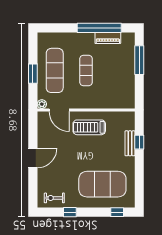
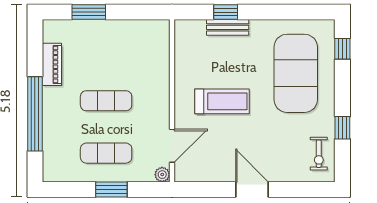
window: (99, 28) -> (35, 114), moved
window: (139, 60) -> (89, 12), width x0.69
exercise mat: (55, 70) -> (106, 153), width x0.73, depth x0.69
treadmill: (89, 127) -> (222, 101), moved, turned -90

